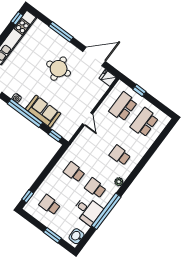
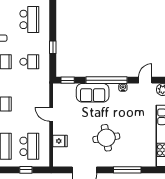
fridge: (108, 78) -> (60, 141), moved
window: (28, 196) -> (53, 47), moved
school desk: (50, 205) -> (29, 19), width x1.85

